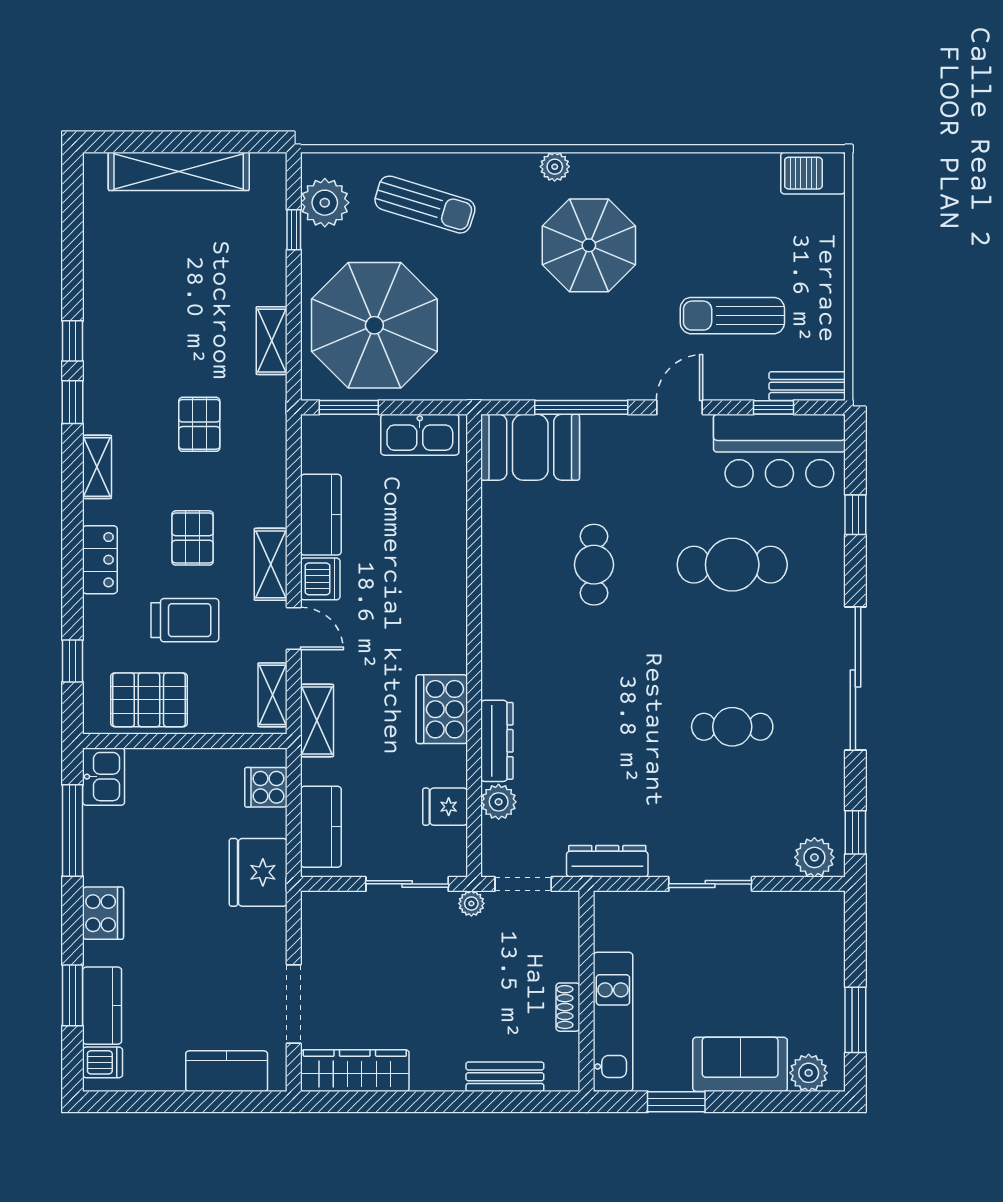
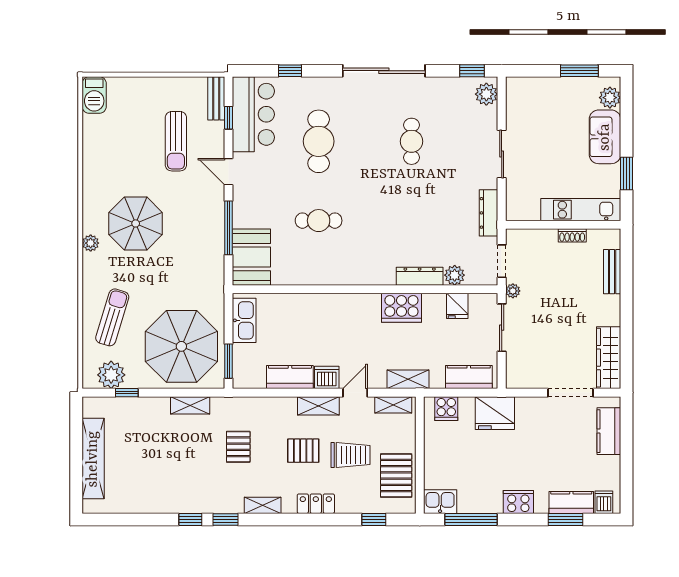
pallet: (199, 424) -> (238, 447), turned 90
trolley: (185, 620) -> (350, 455), turned 90

